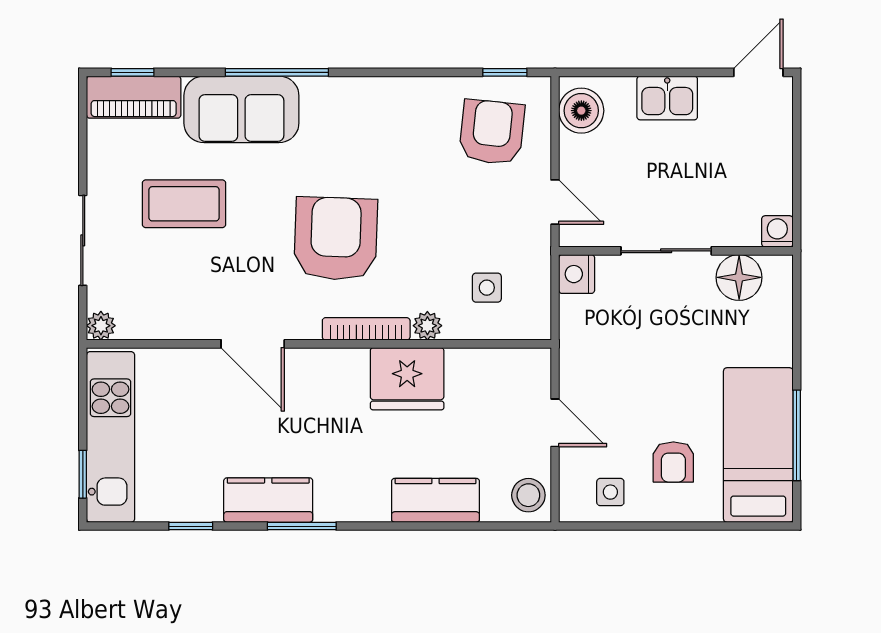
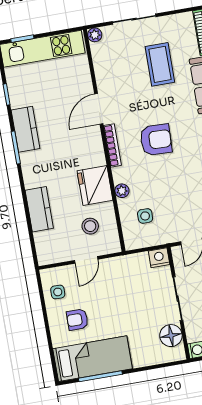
armchair: (336, 239) -> (156, 140), width x0.73, depth x0.73
bookcase: (366, 329) -> (112, 145), moved
stool: (528, 495) -> (90, 226), moved

